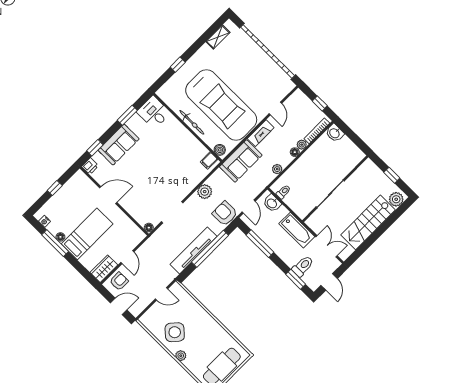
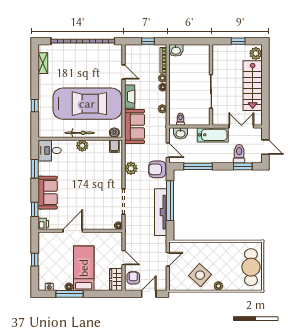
plant: (184, 135) -> (82, 146), added

